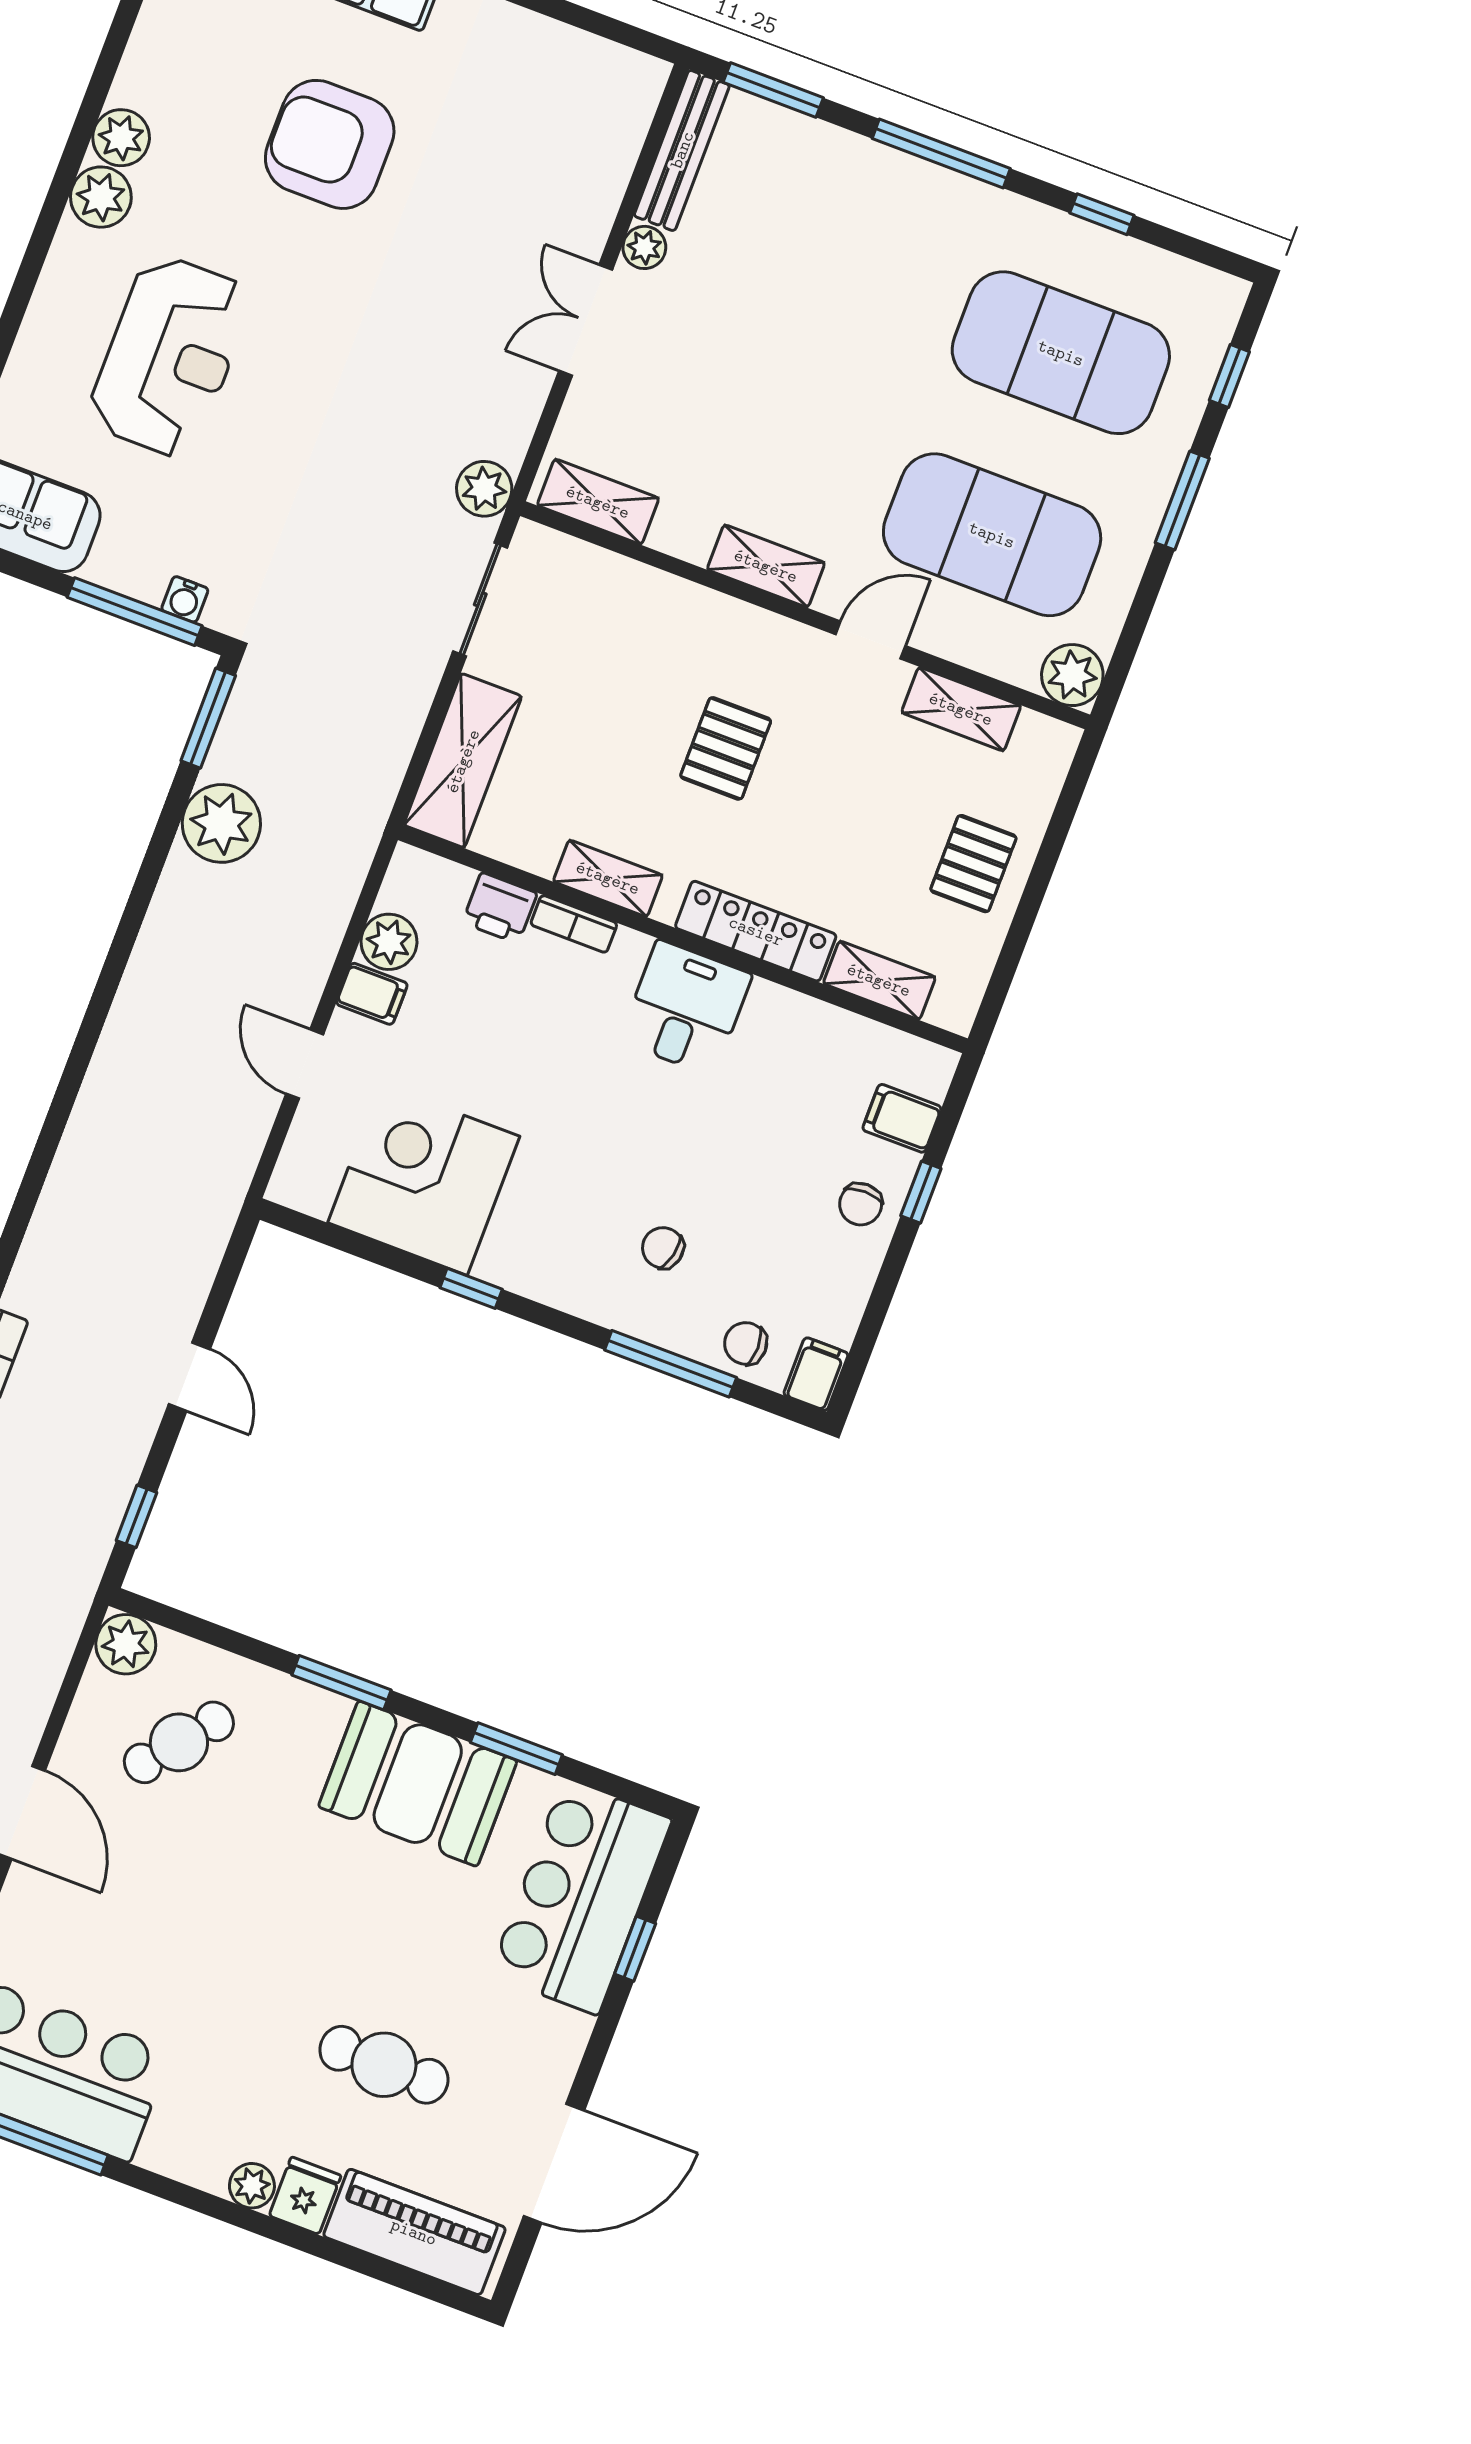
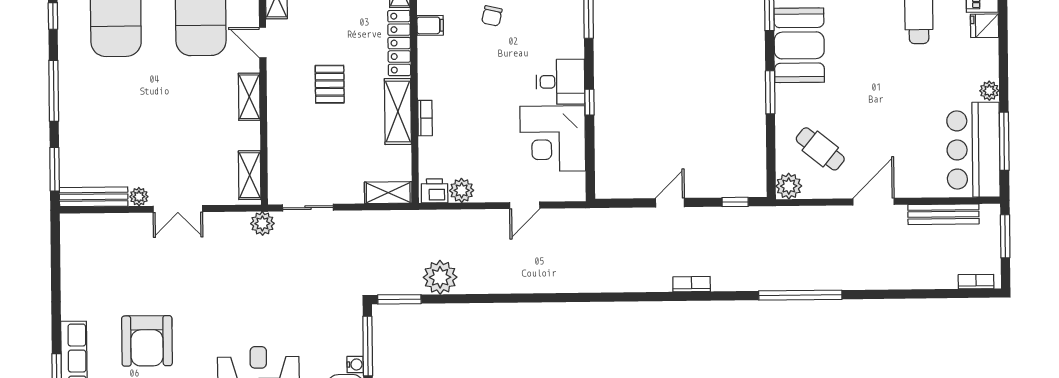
water cooler: (185, 599) -> (355, 364), moved
pallet: (726, 748) -> (330, 84), turned 90
shelving: (463, 761) -> (388, 193), width x0.67, depth x0.75
shelving: (608, 878) -> (398, 111), width x1.50, depth x1.33
printer: (500, 908) -> (434, 191), moved, turned -90
filing cabinet: (372, 994) -> (430, 25), moved, turned 90
desk: (686, 1008) -> (561, 82), moved, turned 180
chair: (663, 1248) -> (492, 16), moved
plant: (252, 2186) -> (989, 91), moved

